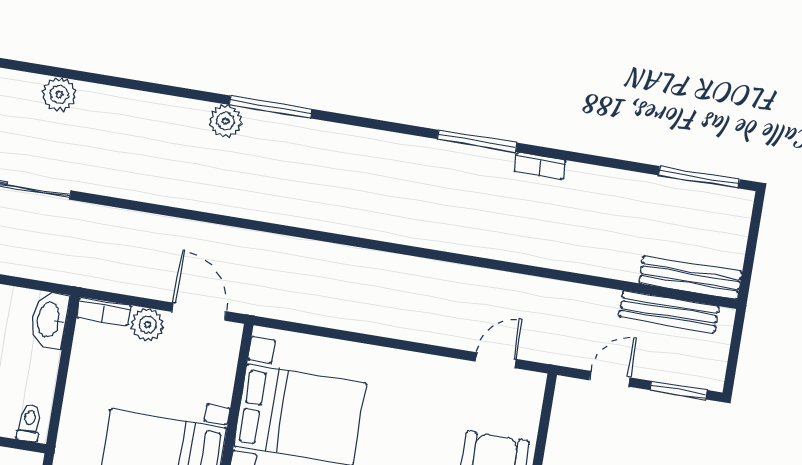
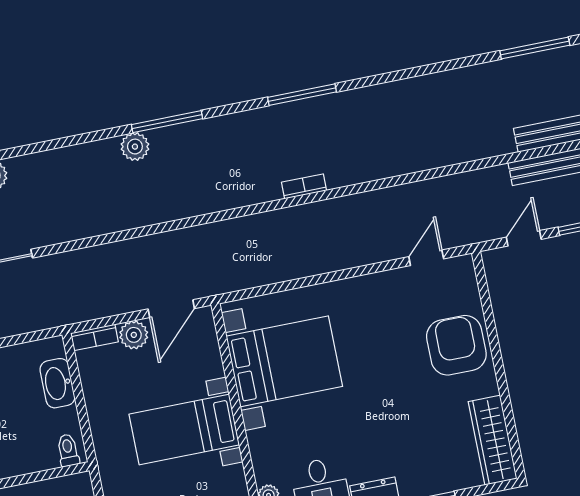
window: (477, 141) -> (302, 95), moved
bookcase: (540, 166) -> (304, 186), moved, turned 180
door: (199, 312) -> (171, 309), swing flipped
washbasin: (49, 320) -> (57, 383), moved

